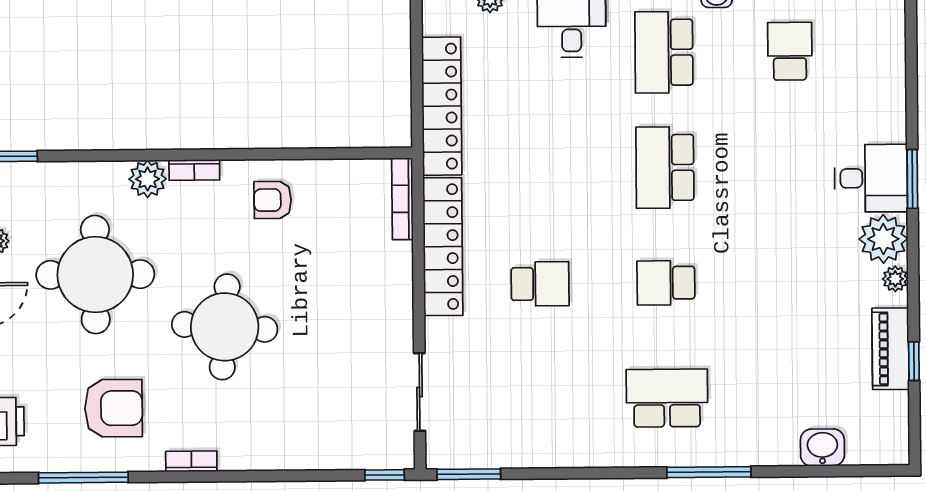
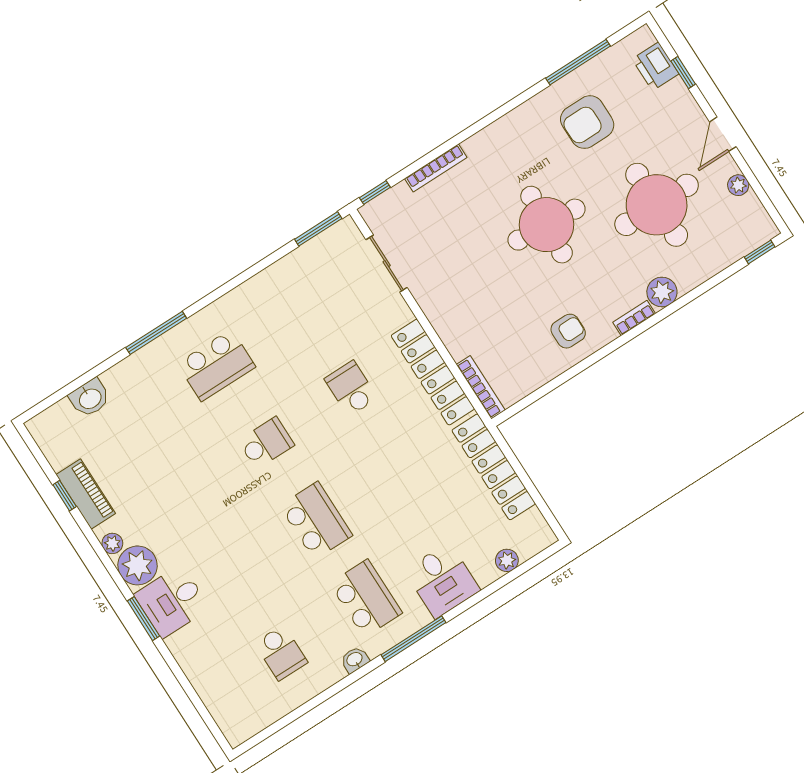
school desk: (540, 284) -> (351, 388), turned 90
bookcase: (191, 461) -> (436, 168), moved, width x1.56

